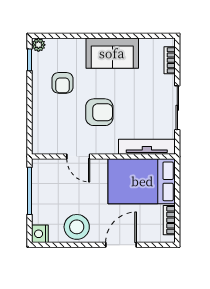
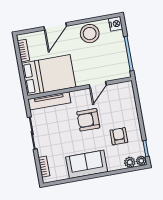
plant: (54, 45) -> (130, 162), added
door: (78, 157) -> (98, 85), swing flipped

